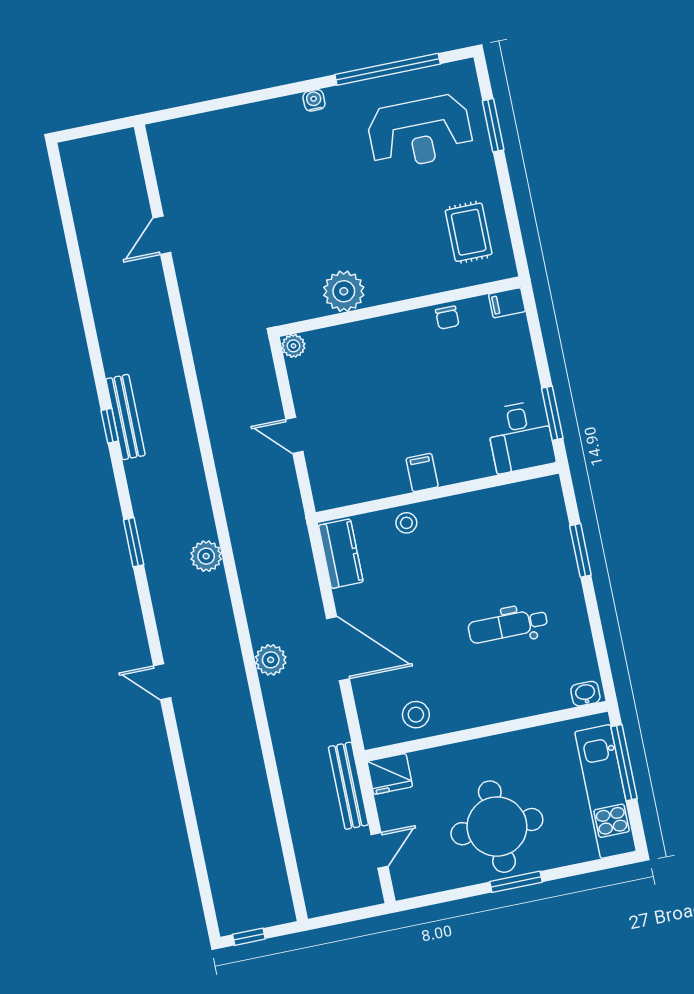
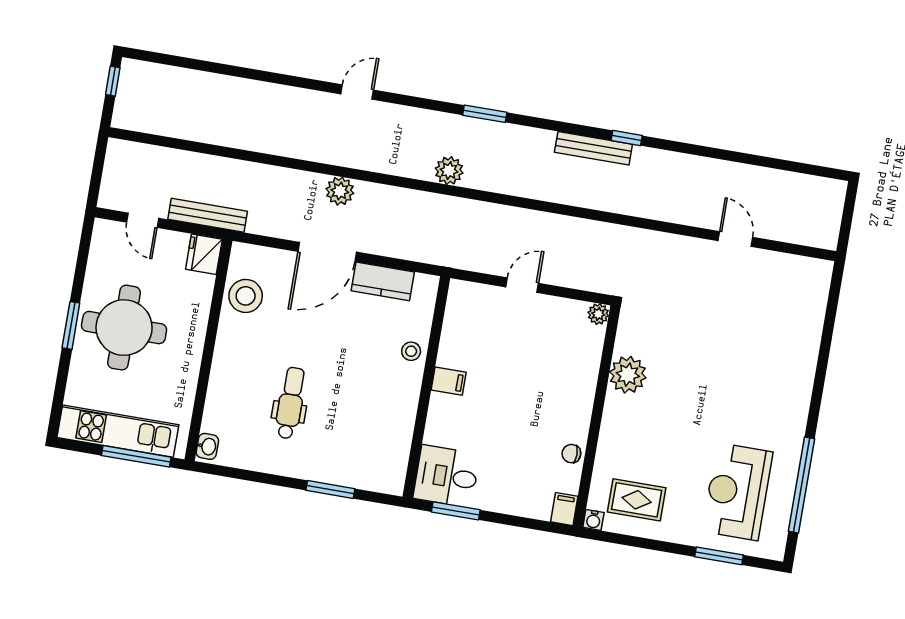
water cooler: (314, 100) -> (593, 520), moved, turned 90
window: (110, 426) -> (627, 138), moved
kitchen counter: (341, 554) -> (383, 281), moved
stool: (416, 715) -> (246, 296), width x1.38, depth x1.38

